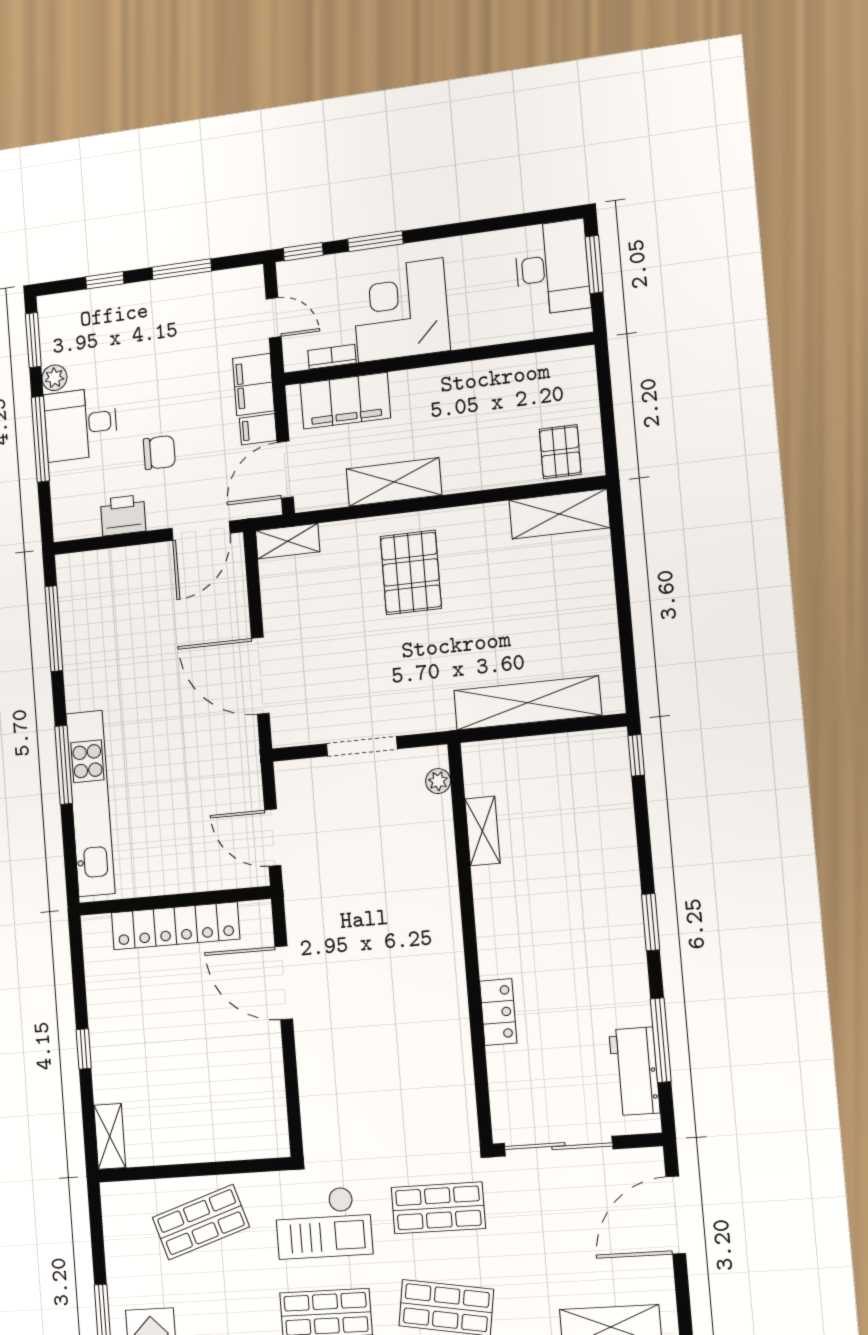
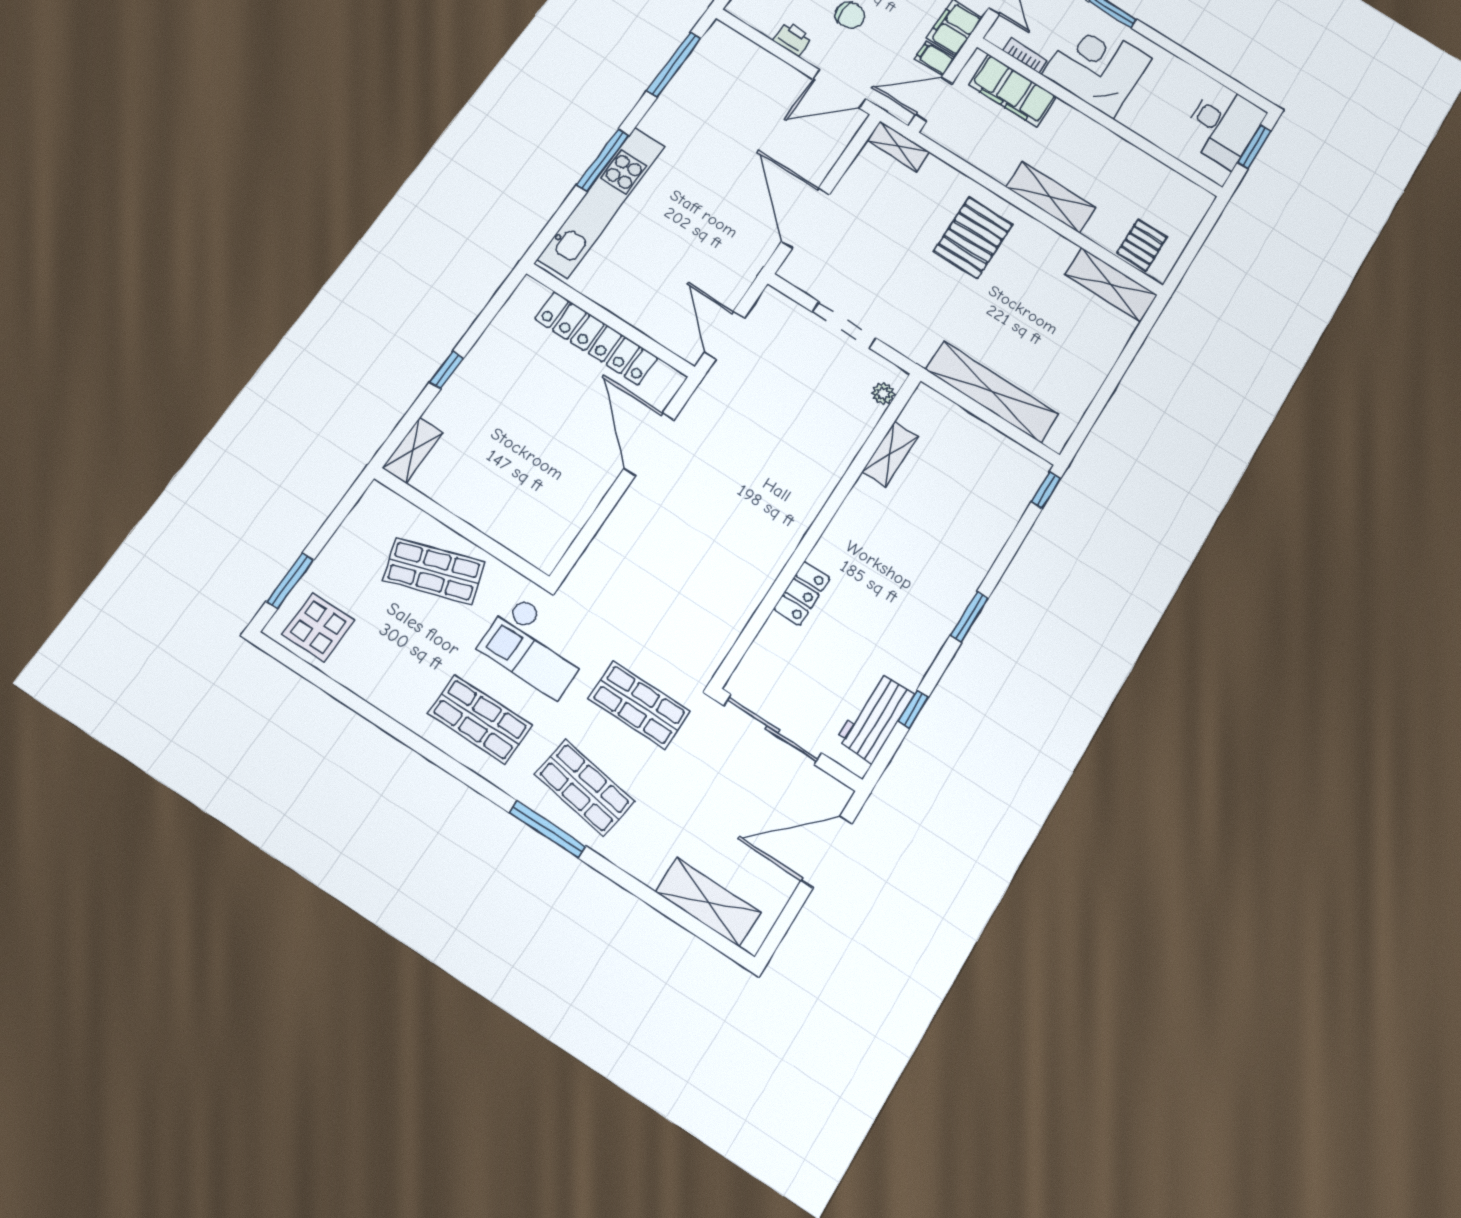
shelving: (394, 482) -> (1051, 197), moved
printer: (123, 515) -> (792, 39), width x0.73, depth x0.81
window: (661, 1040) -> (913, 709), width x0.46

